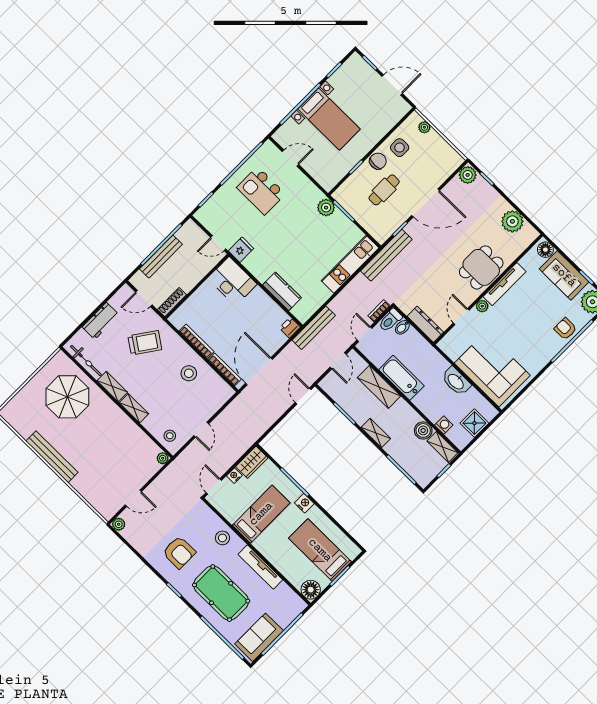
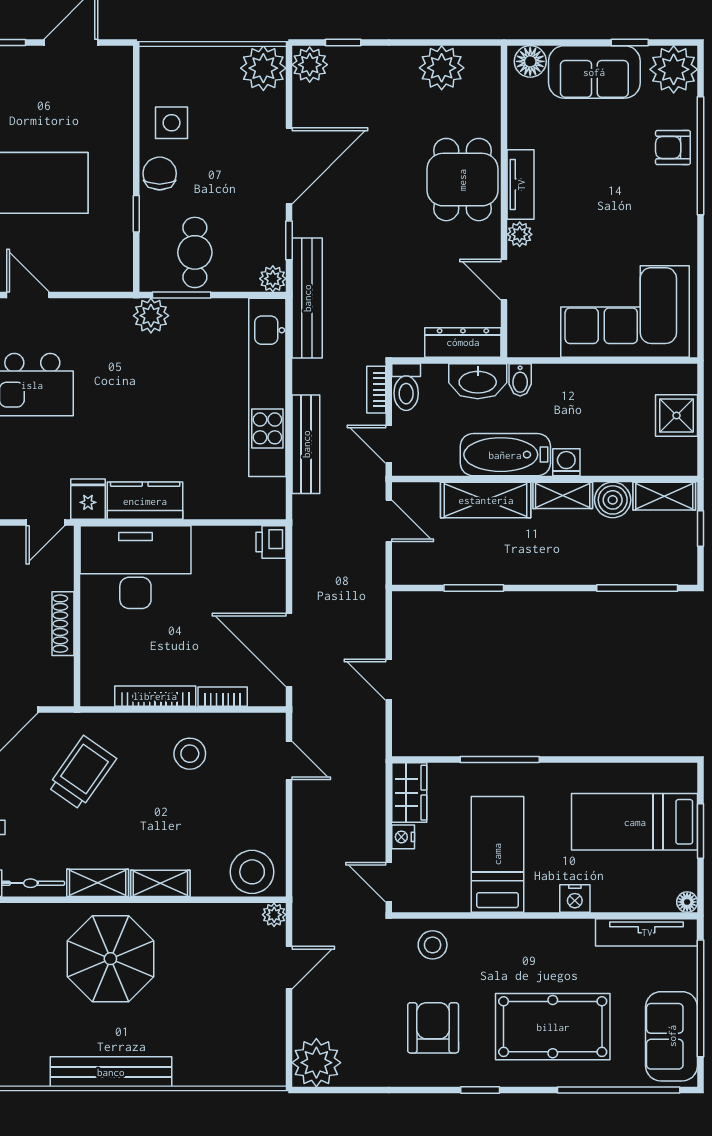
plant: (424, 127) -> (263, 68), moved, width x1.88, depth x1.88
door: (290, 158) -> (28, 295), hinge flipped
cafe table: (384, 190) -> (195, 252), moved
plant: (381, 237) -> (273, 279), added
kitchen unit: (350, 264) -> (267, 387), width x1.36
desk: (232, 281) -> (135, 567), width x1.36, depth x1.30
tv unit: (505, 284) -> (521, 185), width x0.71
kitchen counter: (282, 291) -> (145, 501), moved
shoe rack: (172, 302) -> (63, 624), moved
bidet: (402, 327) -> (520, 380), moved
bench: (314, 328) -> (306, 444), moved
bookcase: (225, 369) -> (223, 697), width x0.64
washbasin: (456, 381) -> (478, 381), moved
door: (303, 396) -> (389, 680), moved
parasol: (67, 397) -> (110, 959), moved
washing machine: (444, 425) -> (566, 462), moved
door: (201, 430) -> (289, 761), moved
shelving: (376, 433) -> (563, 495), moved
stool: (170, 436) -> (252, 872), width x1.89, depth x1.89
door: (133, 498) -> (289, 968), moved
nightstand: (304, 503) -> (575, 898), moved, turned 180
plant: (119, 524) -> (316, 1063), width x1.87, depth x1.87
stool: (222, 538) -> (433, 945), moved
armchair: (179, 552) -> (433, 1028), turned -90
tv unit: (260, 567) -> (647, 932), moved
floor lamp: (311, 590) -> (687, 902), width x0.53, depth x0.53

